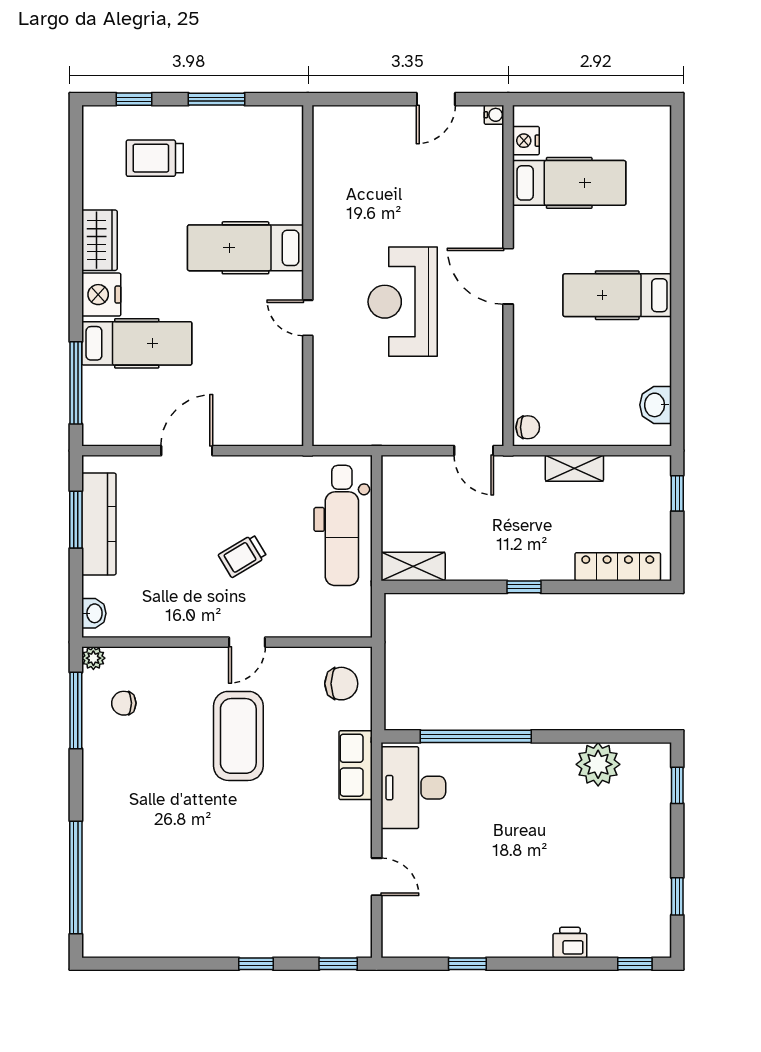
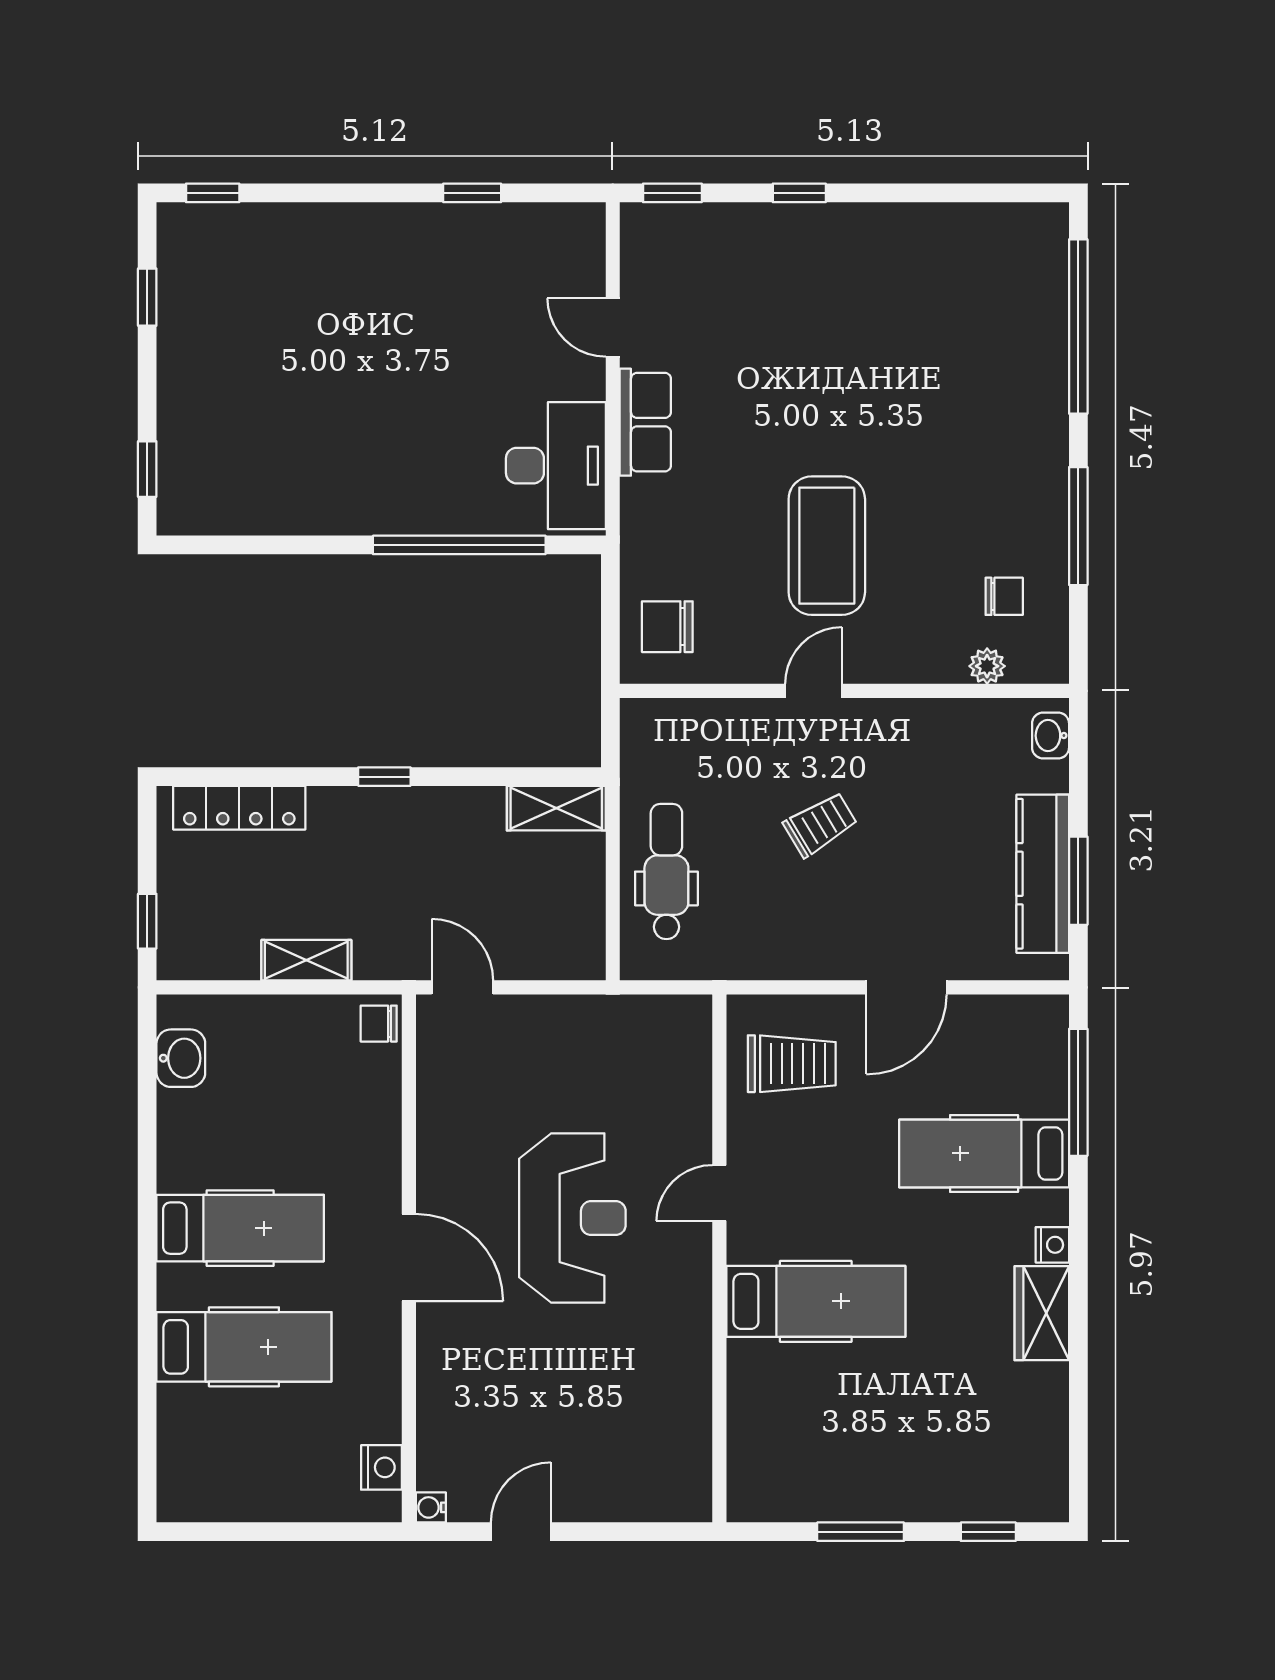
trolley: (155, 158) -> (792, 1064), moved
hospital bed: (569, 183) -> (244, 1347), moved, turned 180
nightstand: (101, 295) -> (1052, 1245), width x0.53, depth x0.56
door: (308, 318) -> (719, 1193), swing flipped
dental chair: (342, 525) -> (666, 872), width x0.73, depth x0.72
plant: (93, 658) -> (987, 666), moved
window: (76, 710) -> (1078, 526), moved
plant: (598, 764) -> (270, 502), removed
row of seats: (356, 765) -> (645, 422), moved
printer: (570, 942) -> (313, 226), removed

